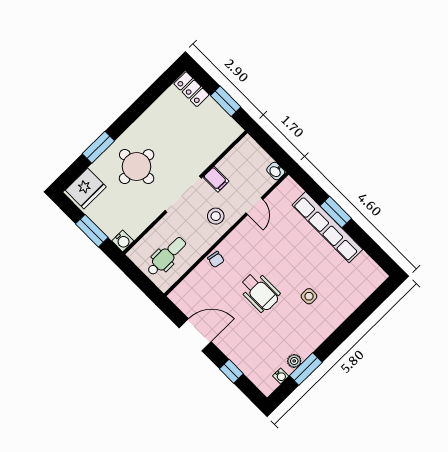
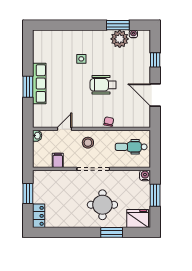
filing cabinet: (216, 179) -> (58, 160), moved
row of seats: (327, 227) -> (39, 84), width x0.73
wheelchair: (260, 292) -> (103, 85), turned -90
plant: (294, 361) -> (120, 39), width x1.87, depth x1.87

